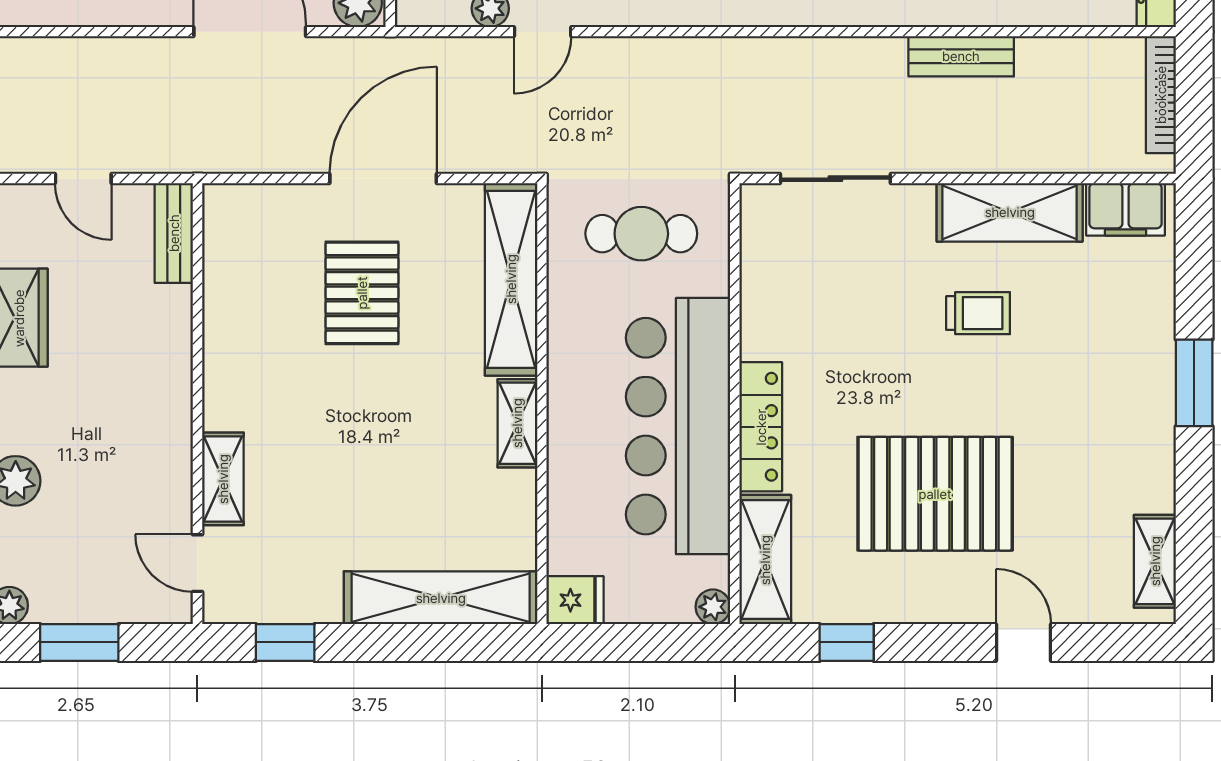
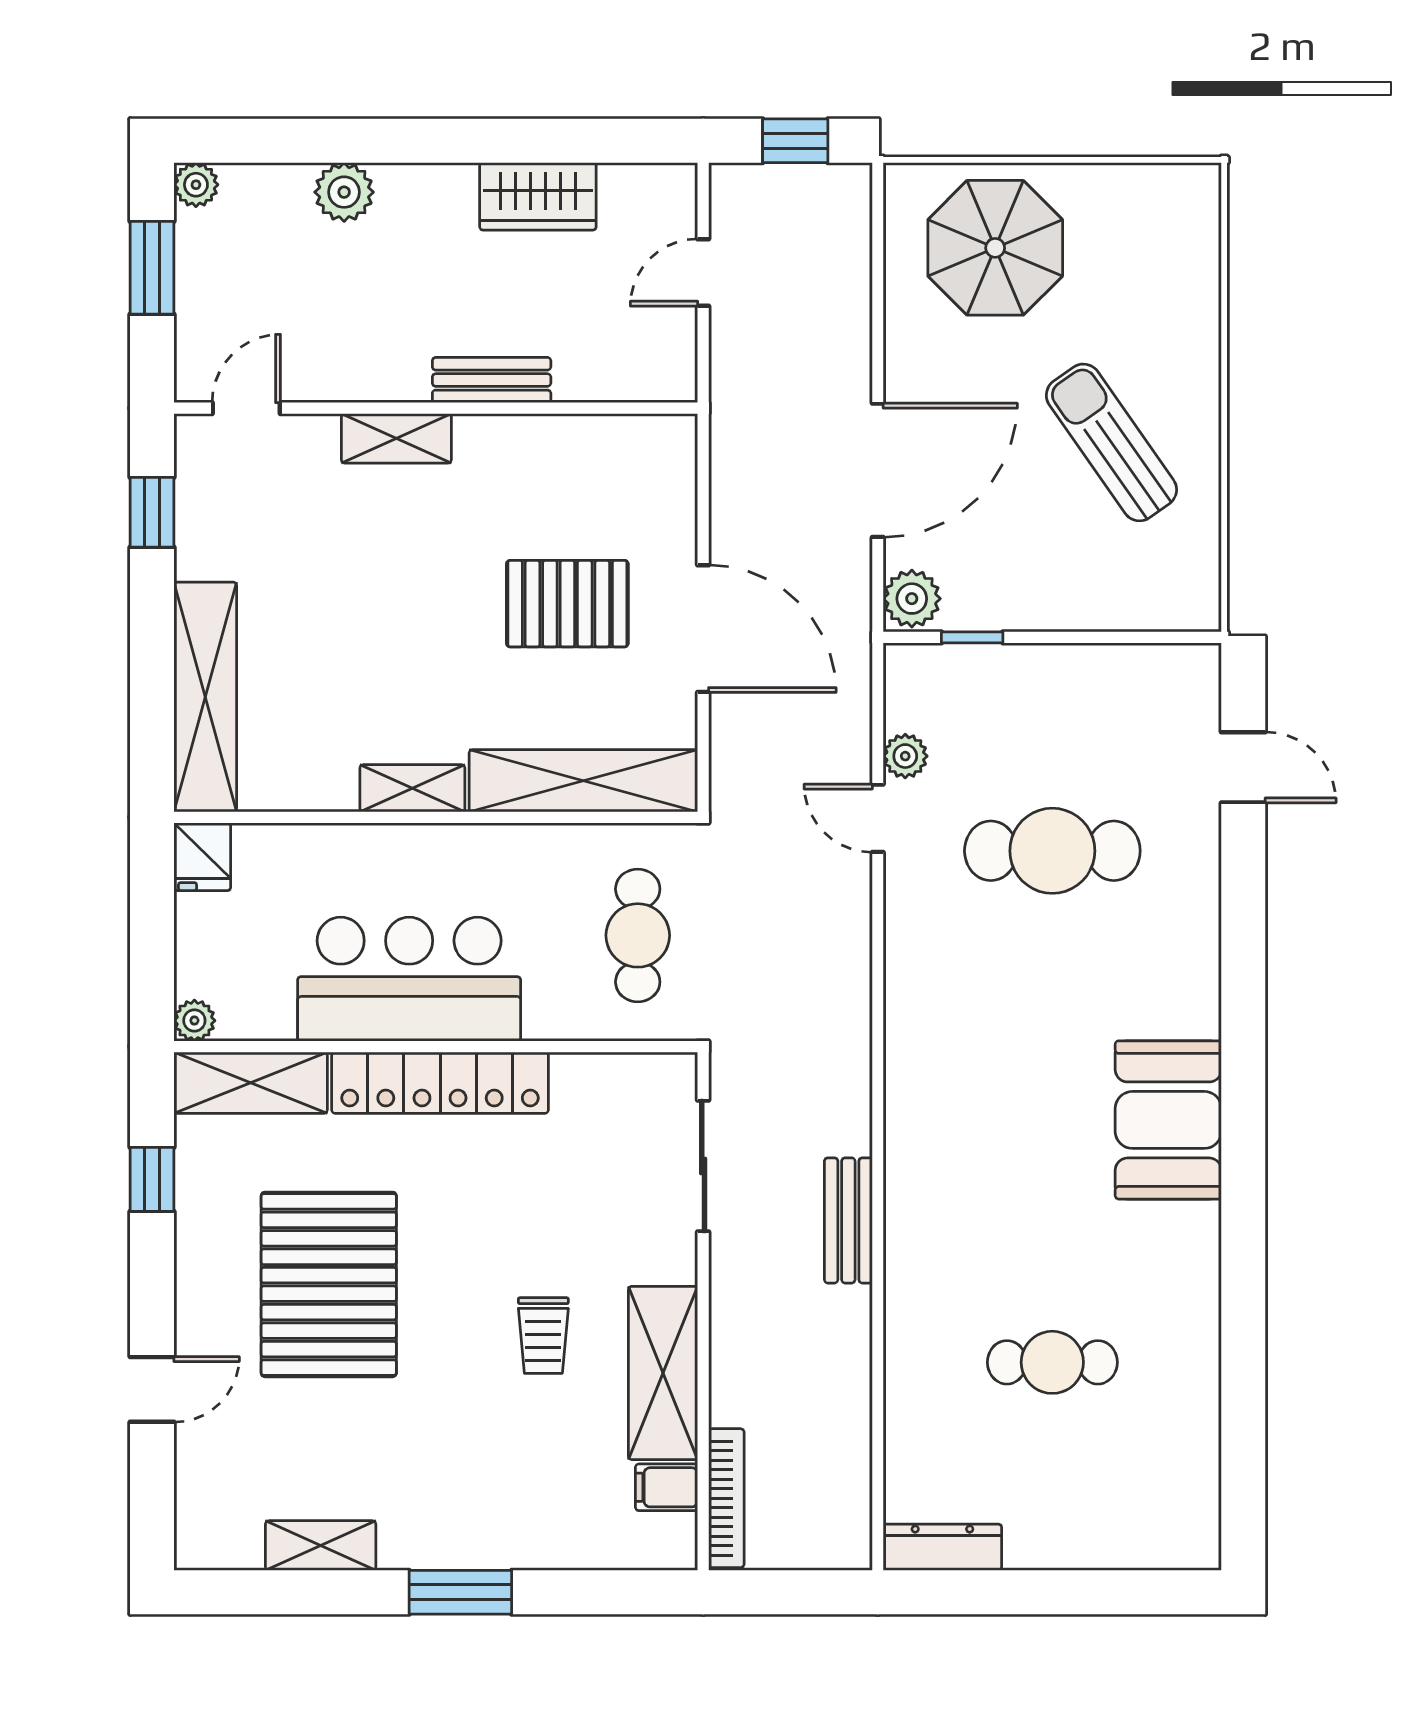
bench: (961, 56) -> (848, 1220), moved
bookcase: (1161, 95) -> (726, 1498), moved, turned 90
filing cabinet: (1125, 209) -> (667, 1487), width x0.50
bench: (174, 233) -> (492, 380), moved
bar counter: (678, 426) -> (409, 979), width x0.73
locker: (761, 427) -> (440, 1083), width x1.41, depth x1.21
shelving: (223, 479) -> (396, 438), moved
shelving: (1155, 561) -> (321, 1546), moved

